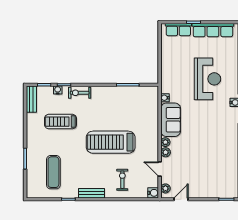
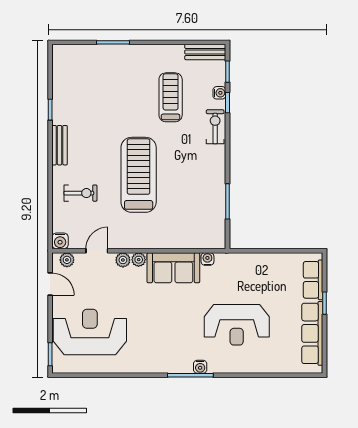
exercise mat: (53, 172) -> (92, 86), removed
reception desk: (212, 174) -> (90, 332), added

